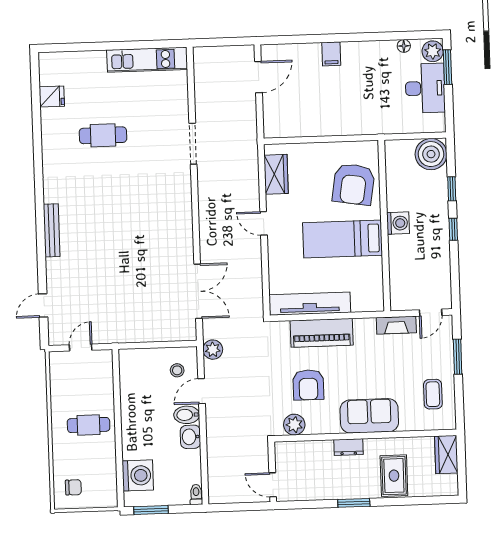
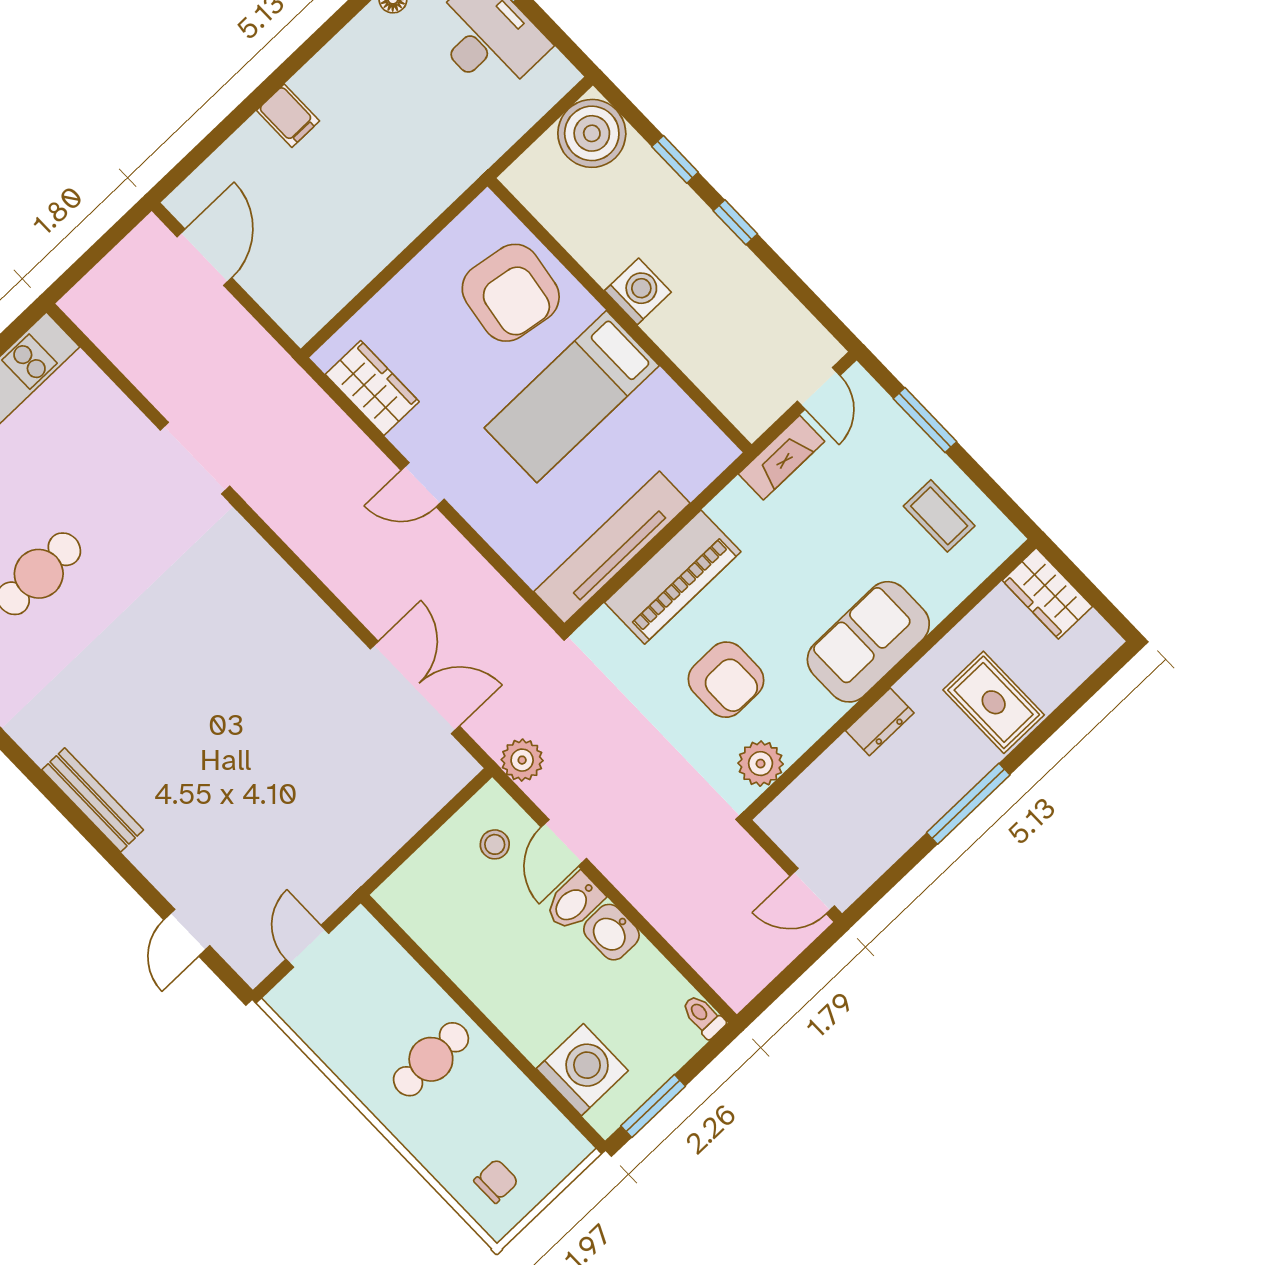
window: (354, 503) -> (968, 804), width x1.44

